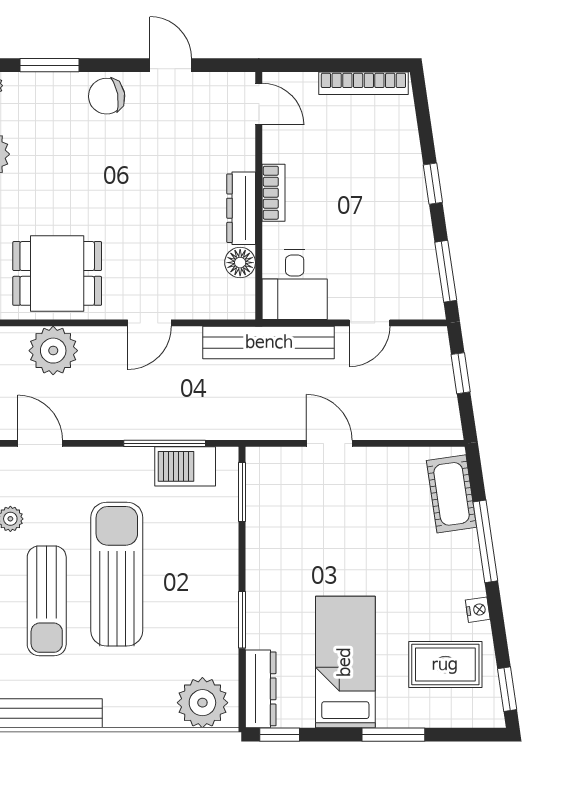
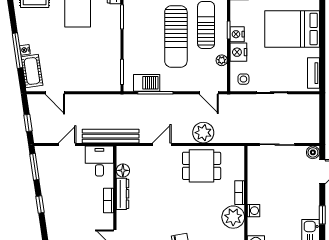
door: (329, 443) -> (55, 93), moved
nightstand: (478, 610) -> (25, 50), moved

